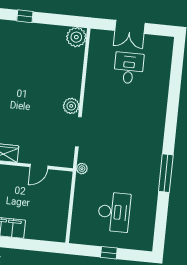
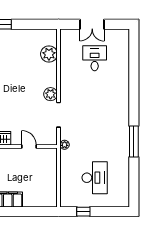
plant: (76, 37) -> (49, 54), moved
door: (39, 166) -> (29, 147), swing flipped
window: (109, 253) -> (83, 212), moved

